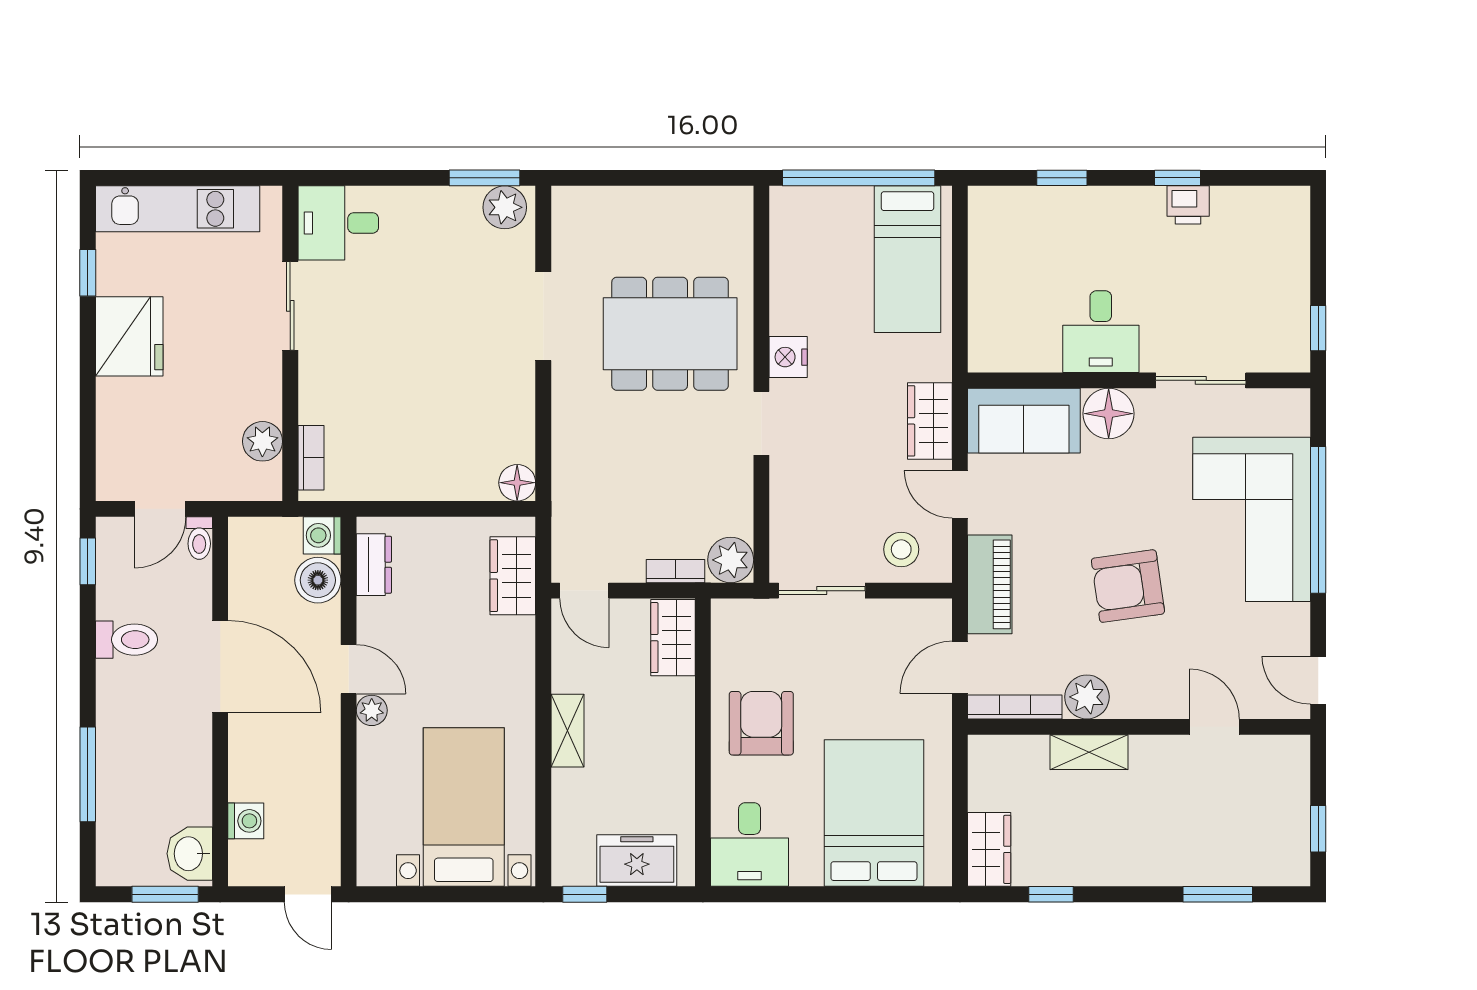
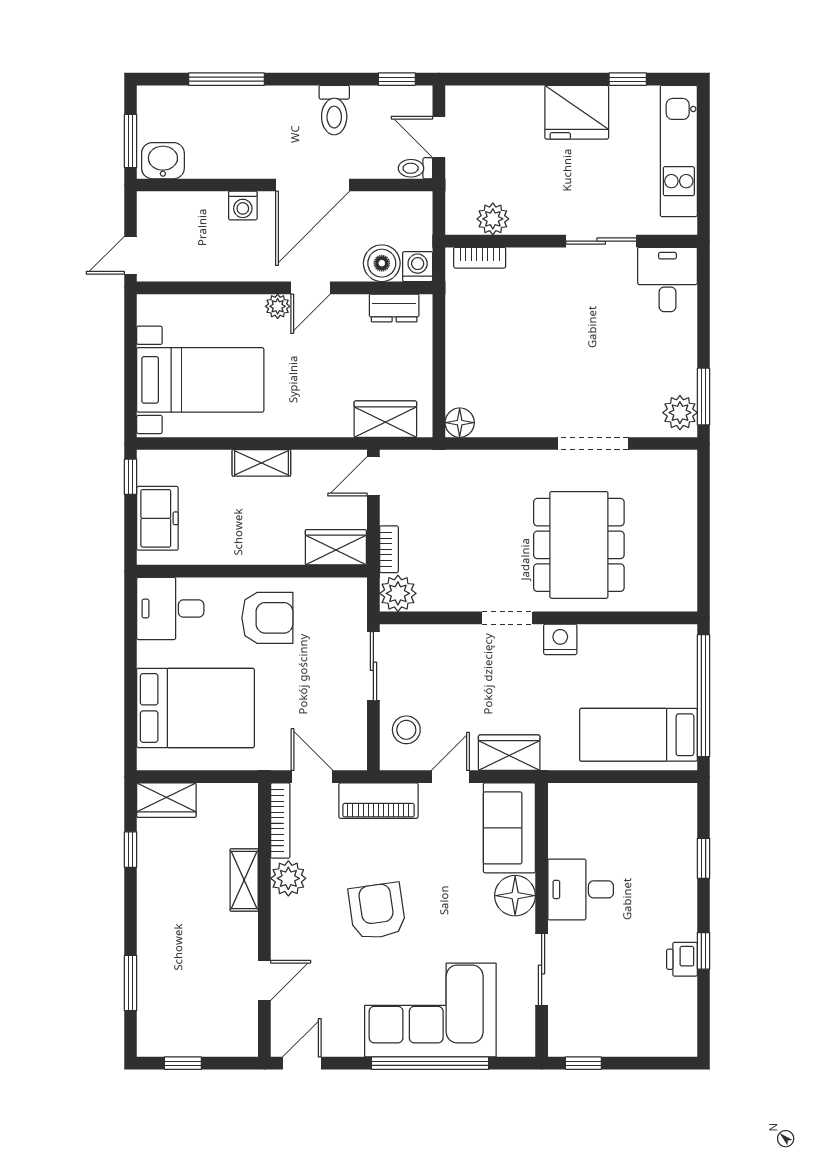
washing machine: (246, 821) -> (243, 206), moved

